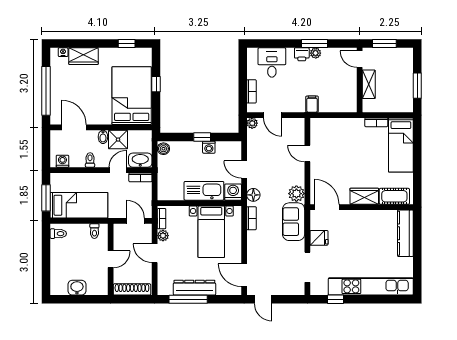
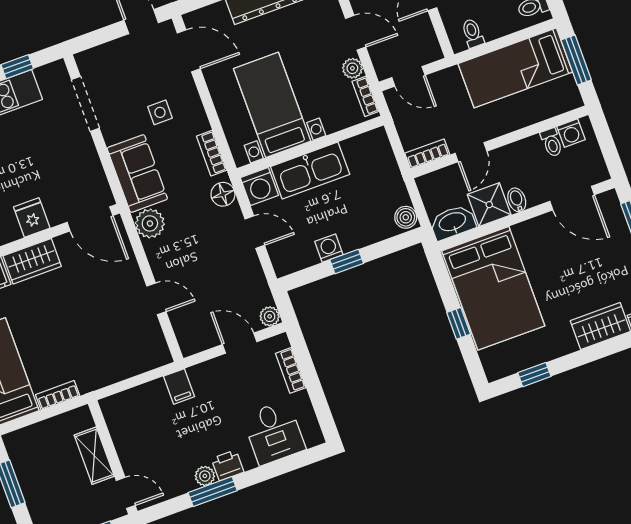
toilet: (90, 160) -> (552, 142), moved
washbasin: (140, 160) -> (453, 222), moved, turned 180
fridge: (319, 238) -> (32, 217), moved, turned 90
side table: (270, 249) -> (160, 112), added

